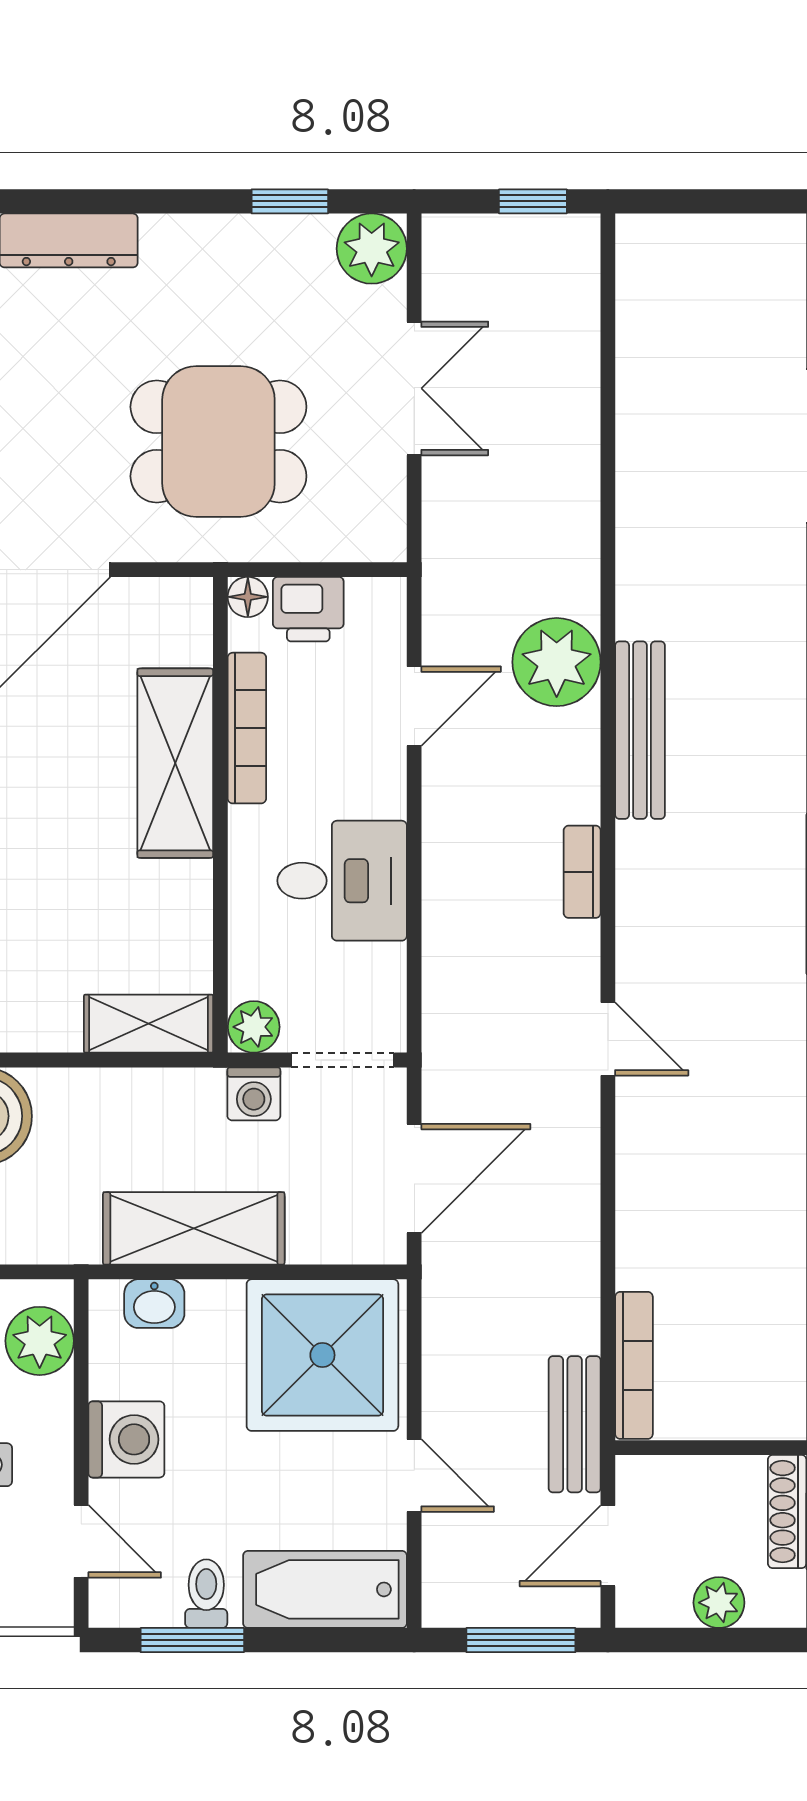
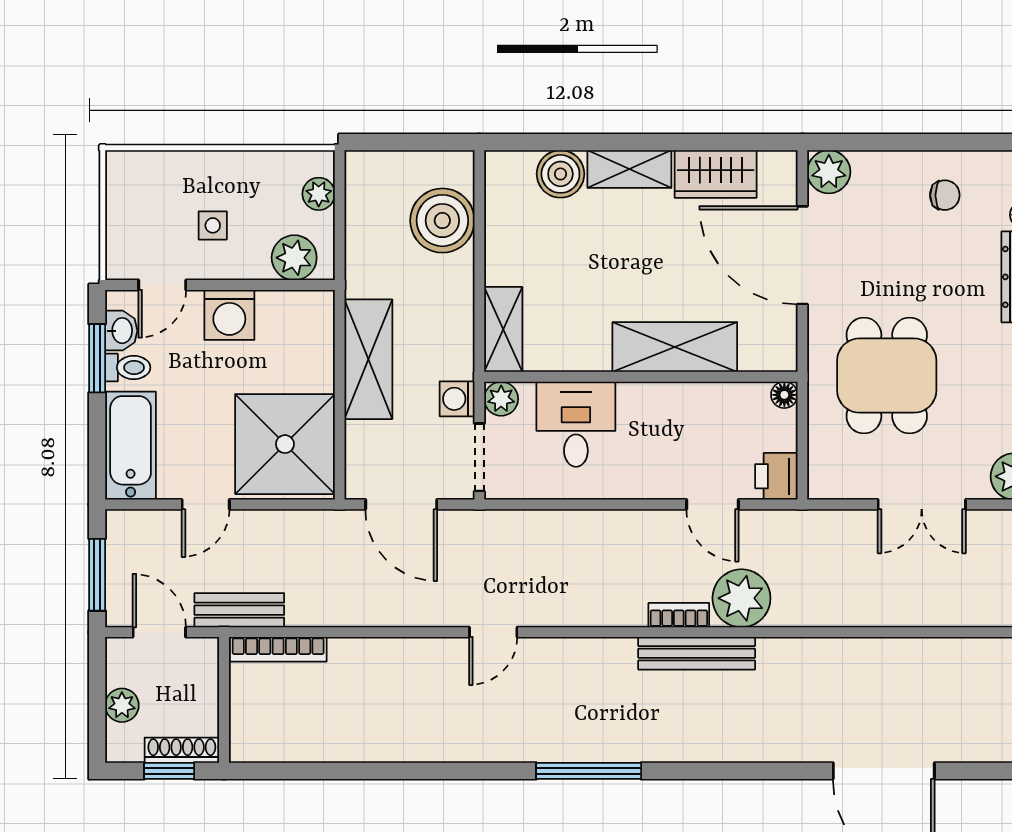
printer: (308, 609) -> (776, 476), moved
bookcase: (247, 728) -> (698, 394), removed
bookcase: (582, 872) -> (679, 615), moved
desk: (342, 881) -> (576, 424), moved, turned 180
washbasin: (154, 1304) -> (121, 331), moved, turned 180

